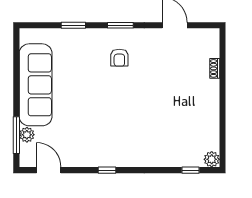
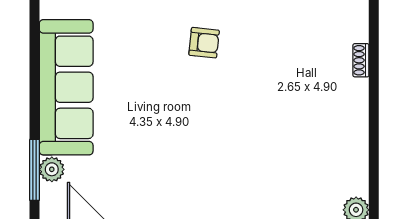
armchair: (119, 58) -> (204, 43), turned -84

